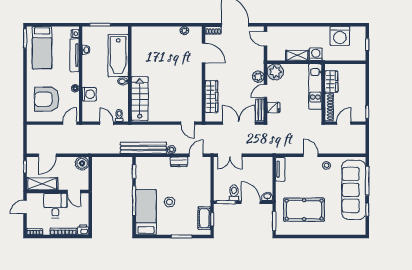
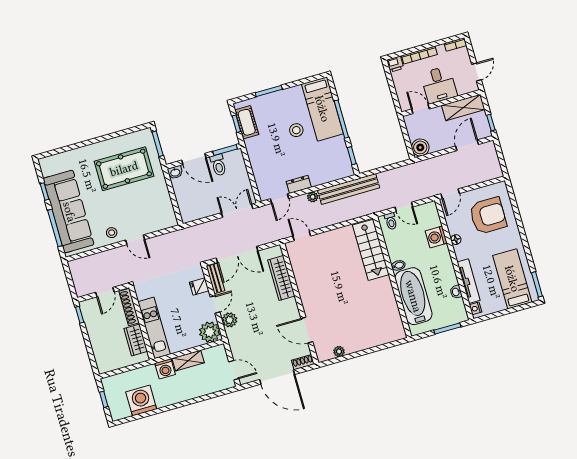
tv unit: (280, 169) -> (168, 211), removed

